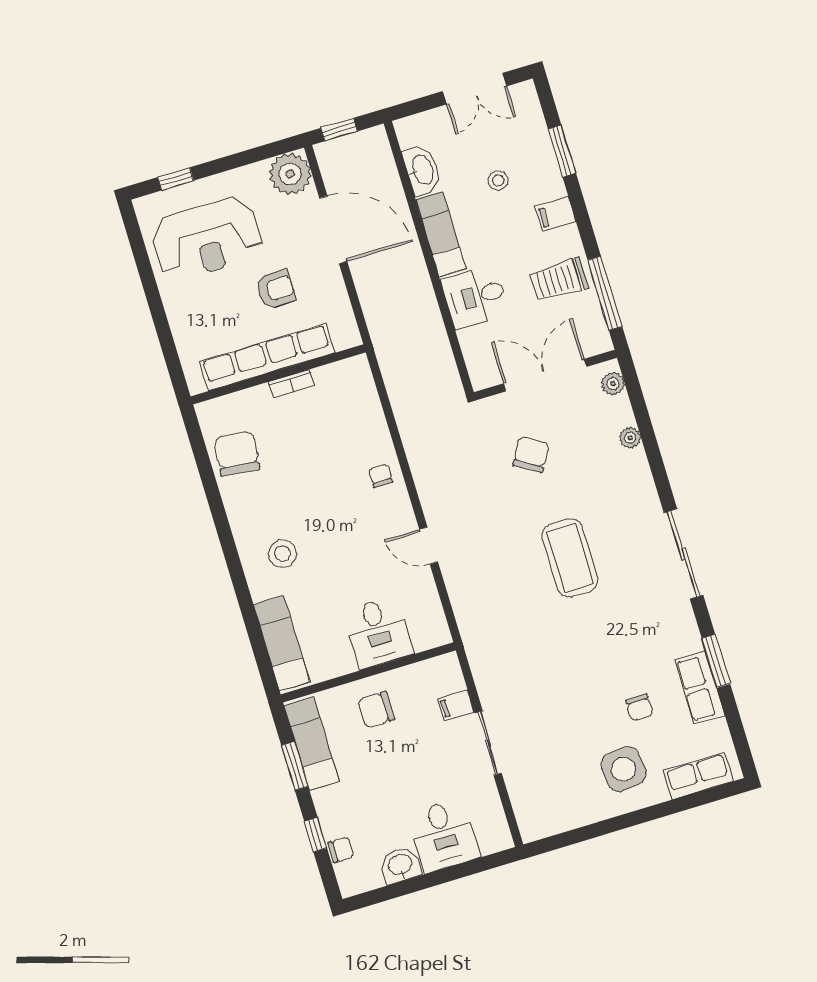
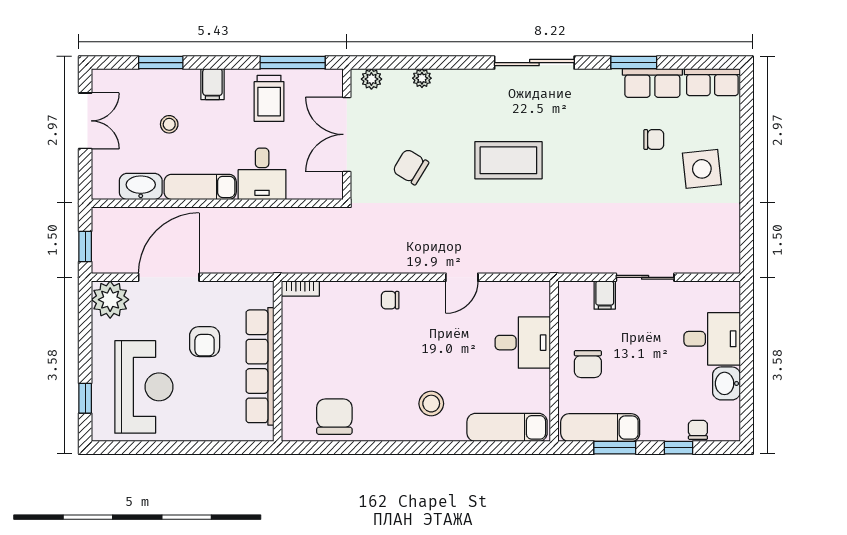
armchair: (276, 289) -> (205, 342), turned 180
bookcase: (291, 384) -> (300, 289), moved, turned 90
chair: (237, 454) -> (334, 417), turned 84
row of seats: (698, 776) -> (712, 82), moved, turned -90

